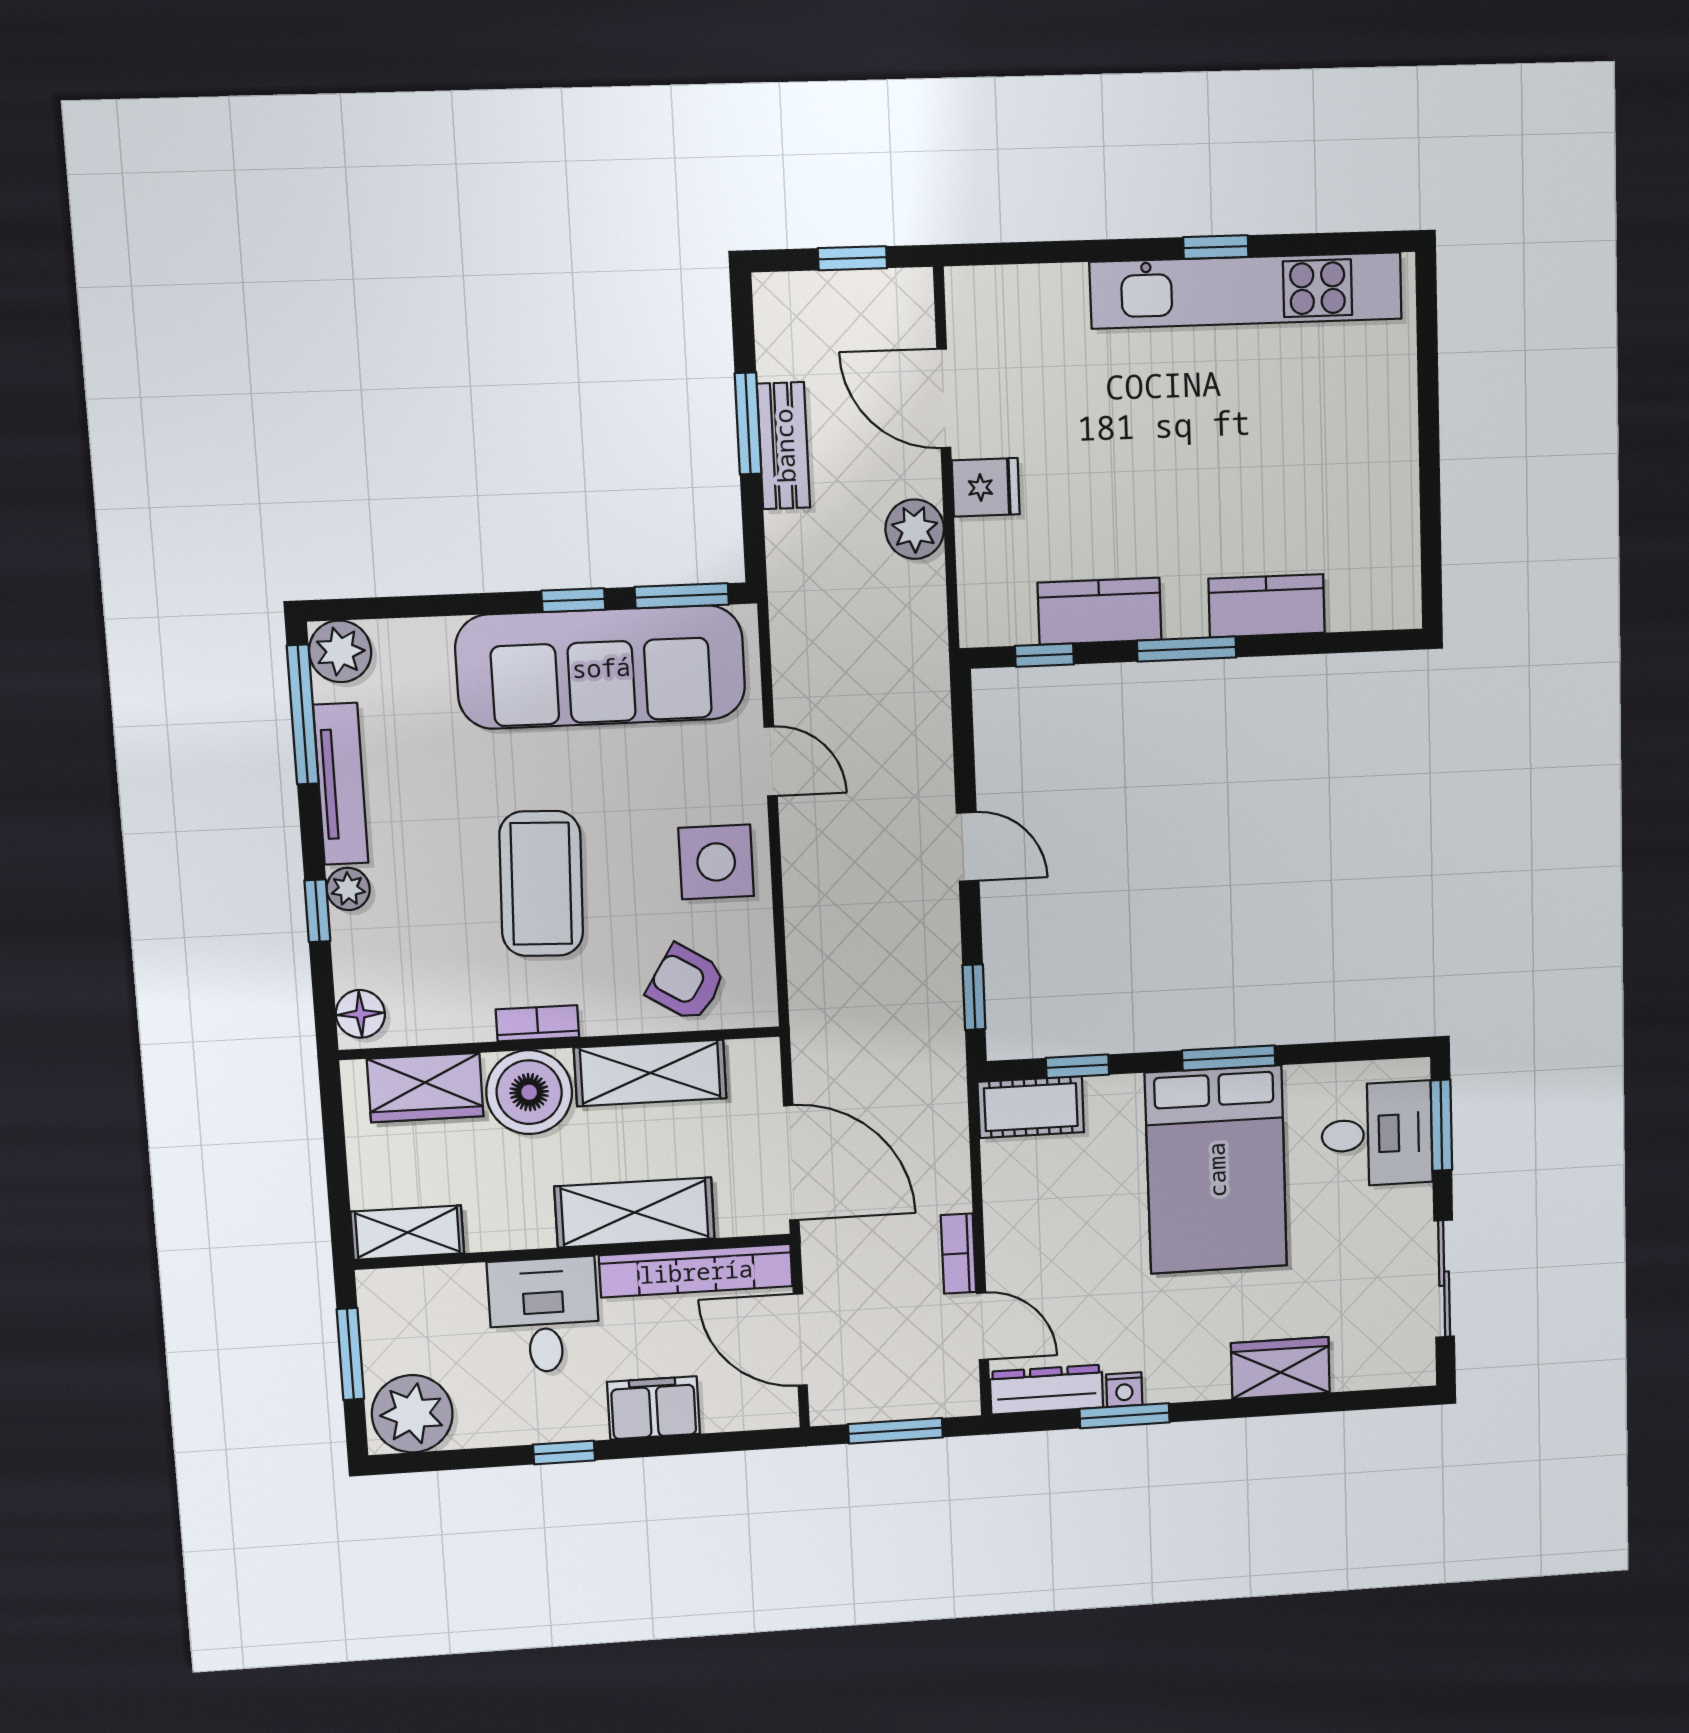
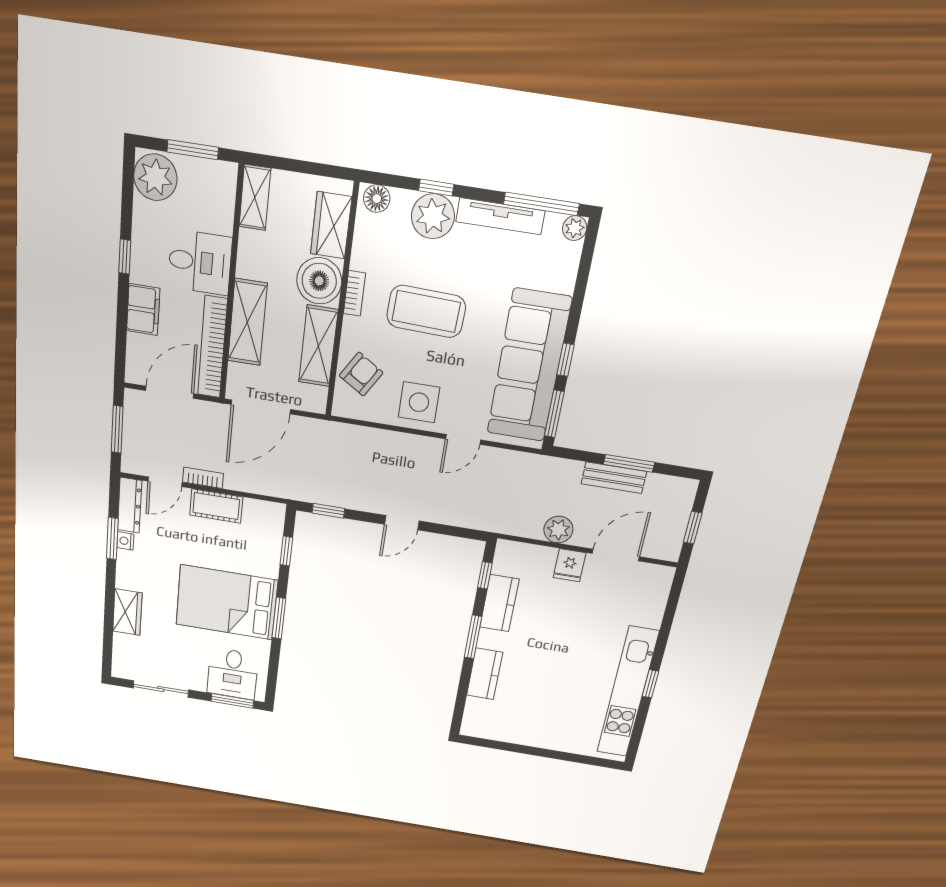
plant: (340, 651) -> (575, 228), width x0.73, depth x0.73
plant: (348, 889) -> (433, 216), width x1.87, depth x1.87
cot: (1031, 1107) -> (216, 506), moved, turned 90

